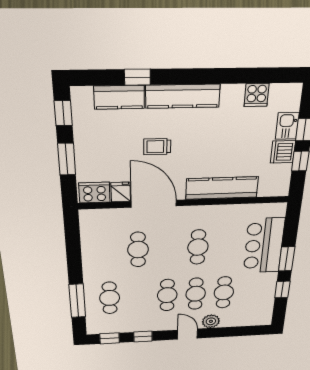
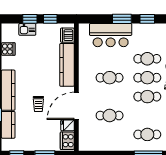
dishwasher: (283, 152) -> (67, 35), moved, turned 90

